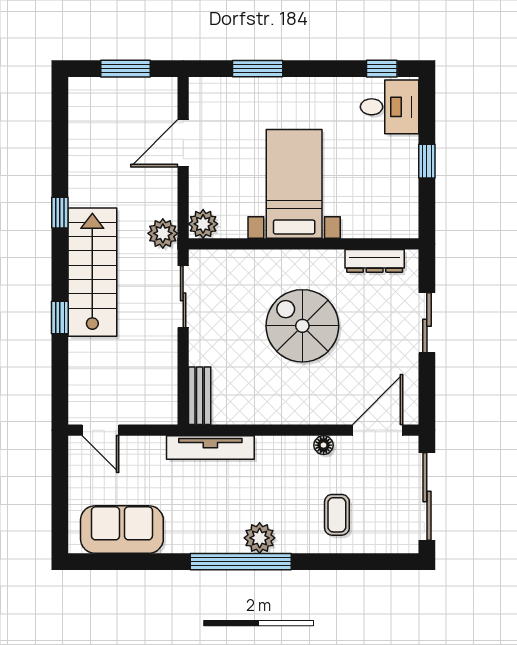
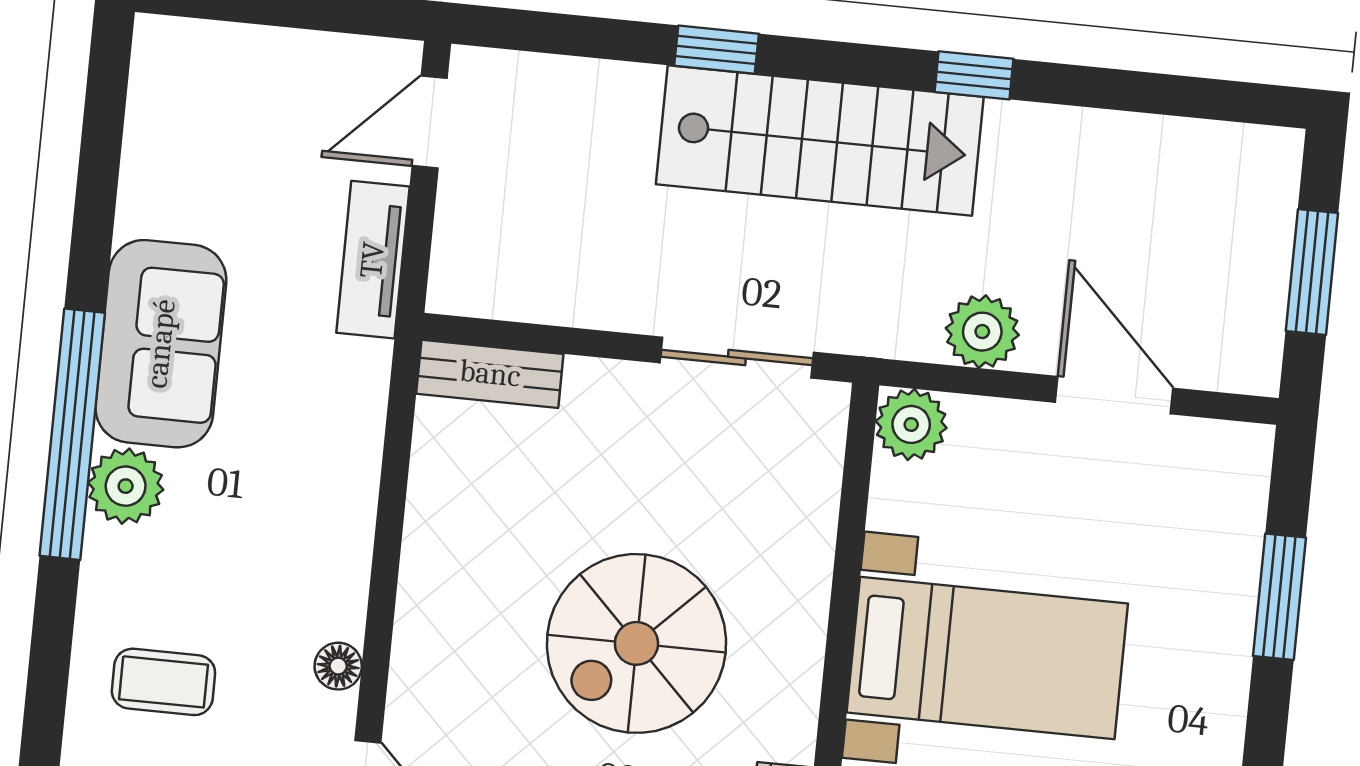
plant: (163, 233) -> (982, 332), moved
spiral stairs: (302, 326) -> (636, 643), turned 180
tv unit: (210, 447) -> (373, 260), moved, width x0.71
sofa: (122, 530) -> (161, 344), moved

